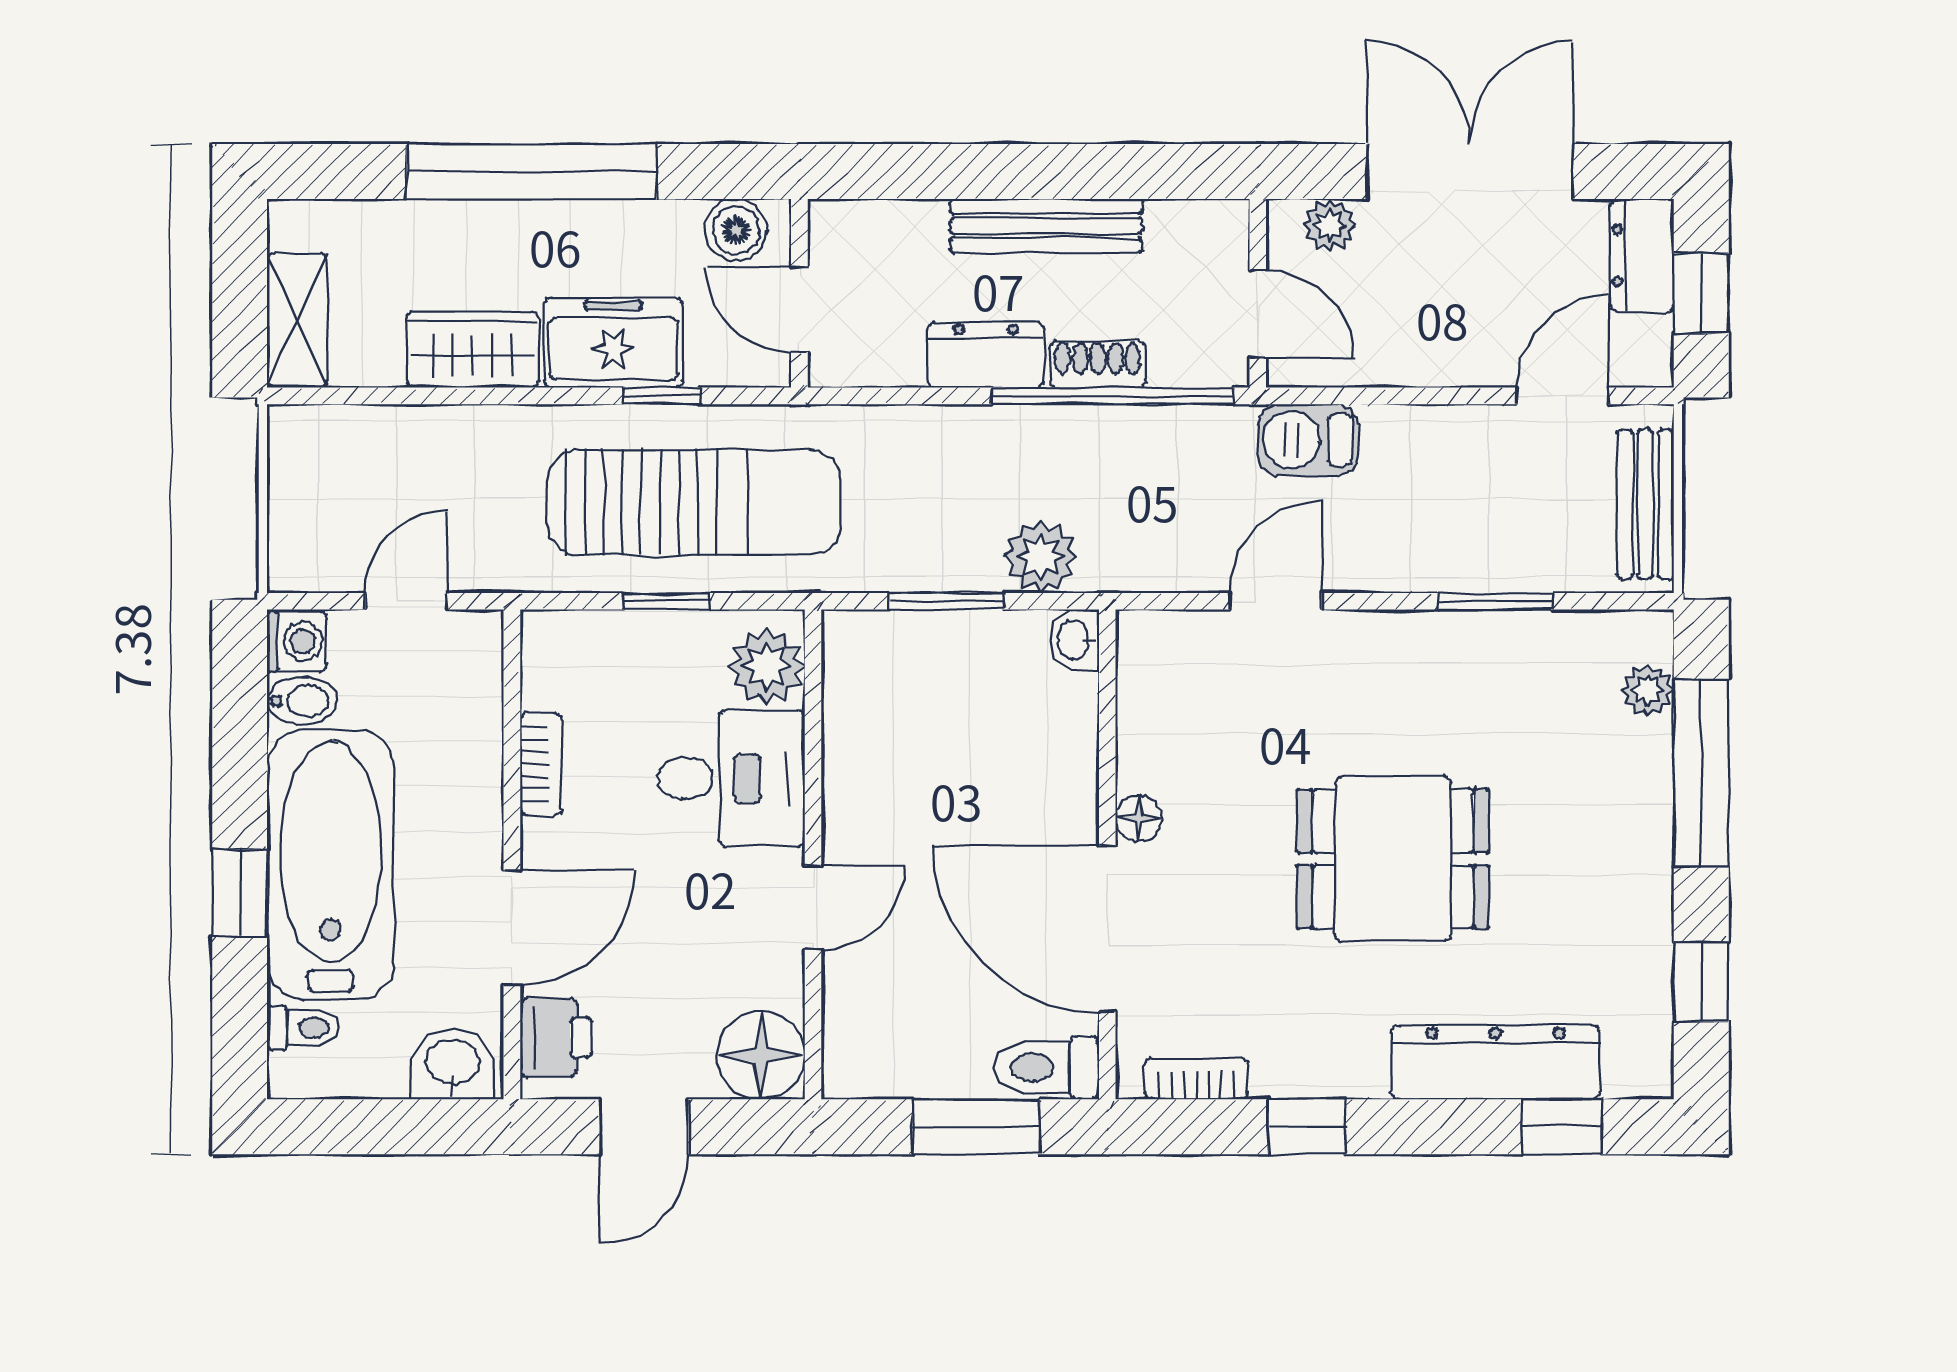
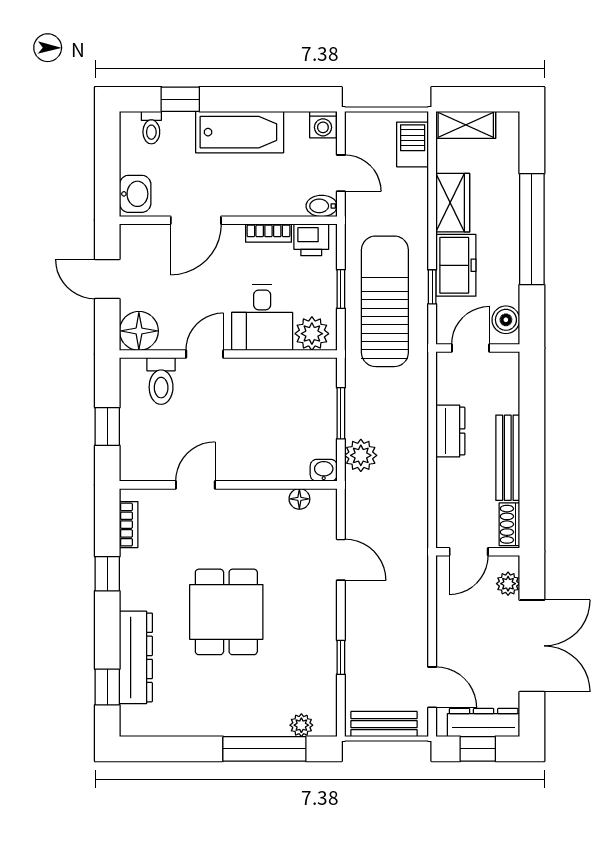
dresser: (1642, 255) -> (484, 723), width x1.44
shoe rack: (1098, 364) -> (509, 524), moved, turned 180
window: (1113, 396) -> (432, 487), removed
barbecue: (1308, 440) -> (413, 144), moved
sun lounger: (694, 502) -> (385, 301), turned 180
window: (1495, 601) -> (341, 657), width x0.67
bidet: (302, 701) -> (322, 206), moved, turned 90
floor lamp: (1139, 818) -> (299, 499), moved
bathtub: (331, 865) -> (240, 132), width x0.73, depth x0.73
window: (240, 893) -> (180, 99), moved
door: (813, 908) -> (205, 354), swing flipped
door: (512, 928) -> (196, 220), hinge flipped
door: (1107, 929) -> (195, 485), width x0.53
window: (1701, 982) -> (172, 749), removed
printer: (556, 1037) -> (311, 240), moved
toilet: (1047, 1067) -> (161, 381), moved, turned 180
window: (976, 1127) -> (107, 427), width x0.67

